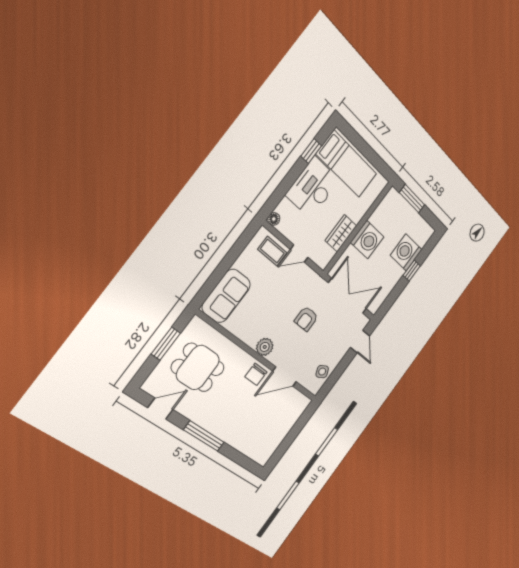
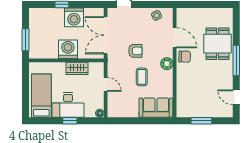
window: (311, 151) -> (70, 121), moved
coffee table: (272, 251) -> (142, 77), moved
washing machine: (406, 253) -> (74, 17), moved
dining table: (198, 368) -> (217, 44), moved

